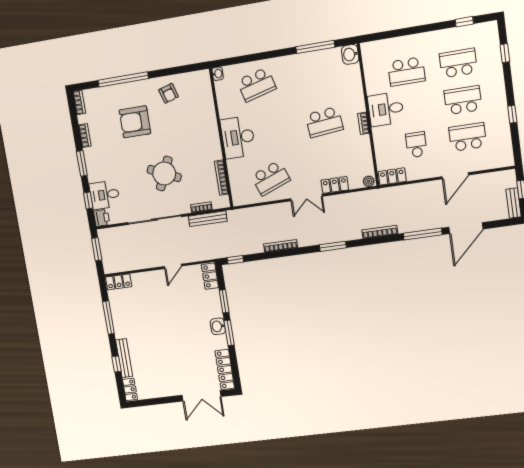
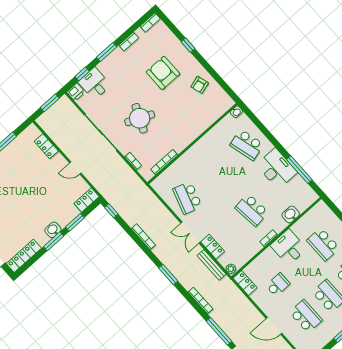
washbasin: (350, 54) -> (291, 214), moved
window: (123, 79) -> (188, 45), width x0.32
desk: (238, 137) -> (277, 169), moved, turned 90
school desk: (271, 178) -> (187, 198), turned 39
bench: (208, 219) -> (212, 265), moved
locker: (119, 282) -> (46, 146), moved

